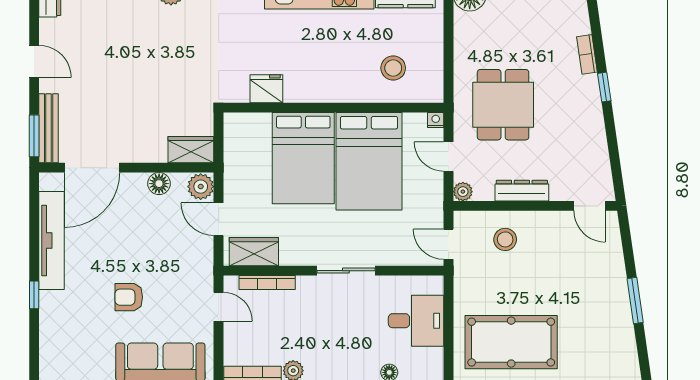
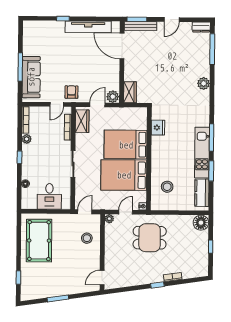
floor lamp: (159, 184) -> (114, 77), removed
dresser: (522, 191) -> (110, 246), removed
armchair: (129, 297) -> (71, 92), moved

